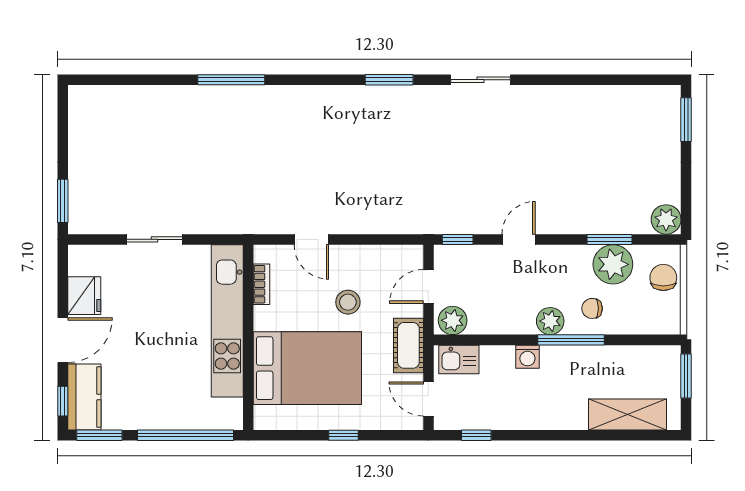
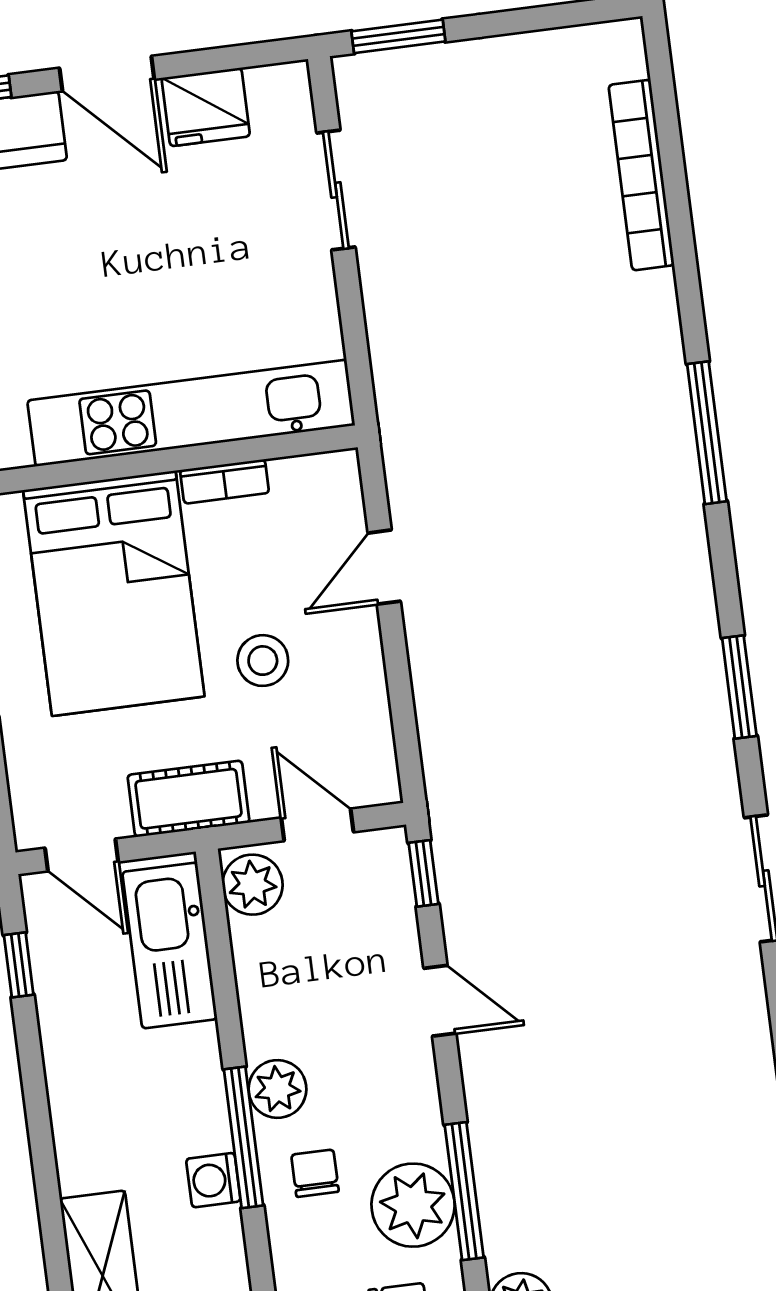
window: (231, 80) -> (707, 433), moved
bookcase: (143, 95) -> (641, 175), added
sliding door: (154, 239) -> (336, 190), moved
window: (609, 239) -> (464, 1191), width x1.44
bookcase: (261, 284) -> (224, 481), moved
washing machine: (527, 357) -> (213, 1180), moved
kitchen sink: (459, 360) -> (170, 945), width x1.88, depth x1.24
door: (428, 399) -> (82, 855), swing flipped

